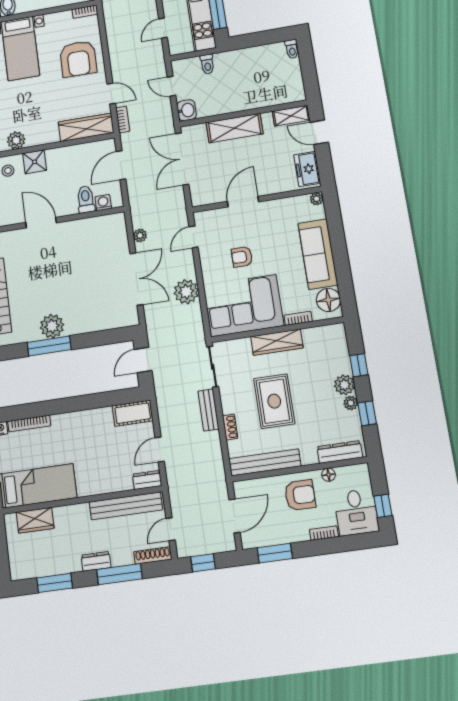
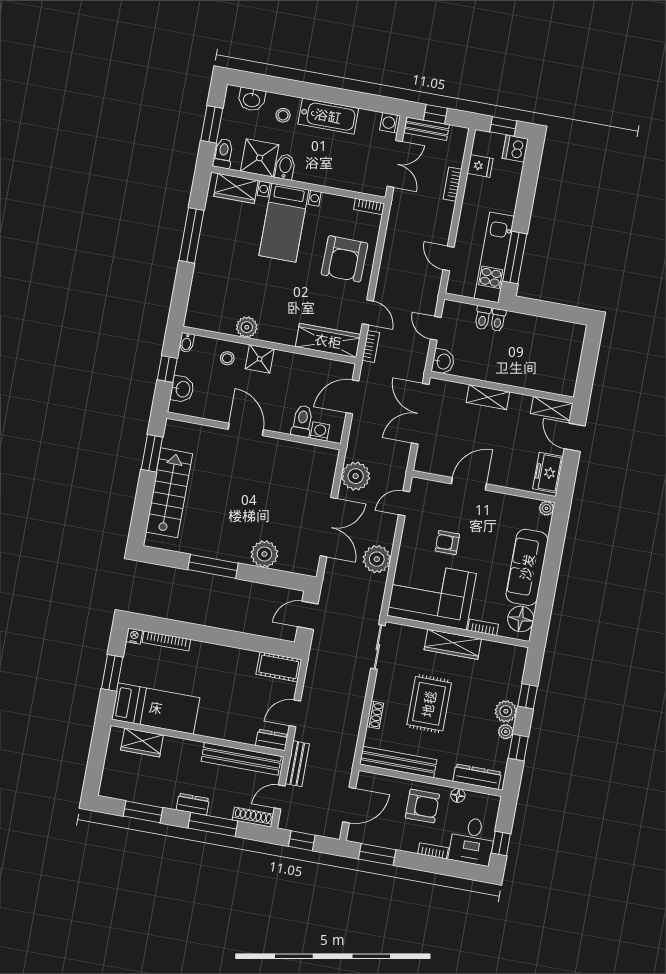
door: (163, 28) -> (449, 258), hinge flipped
toilet: (292, 49) -> (498, 320), moved
shelving: (234, 128) -> (488, 397), width x0.67, depth x0.75
plant: (140, 235) -> (356, 476), width x1.88, depth x1.88
plant: (52, 326) -> (264, 554), moved
bench: (208, 410) -> (297, 764), moved

